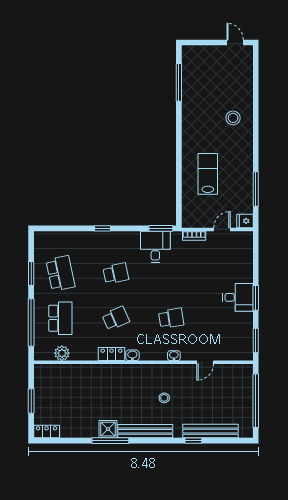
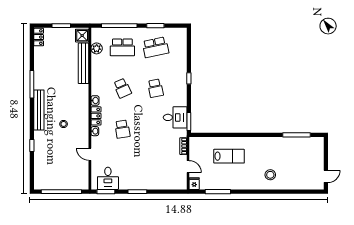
desk: (238, 297) -> (108, 178), moved
locker: (111, 354) -> (96, 116), moved
shower: (108, 429) -> (82, 36), moved
bench: (211, 431) -> (84, 63), moved

